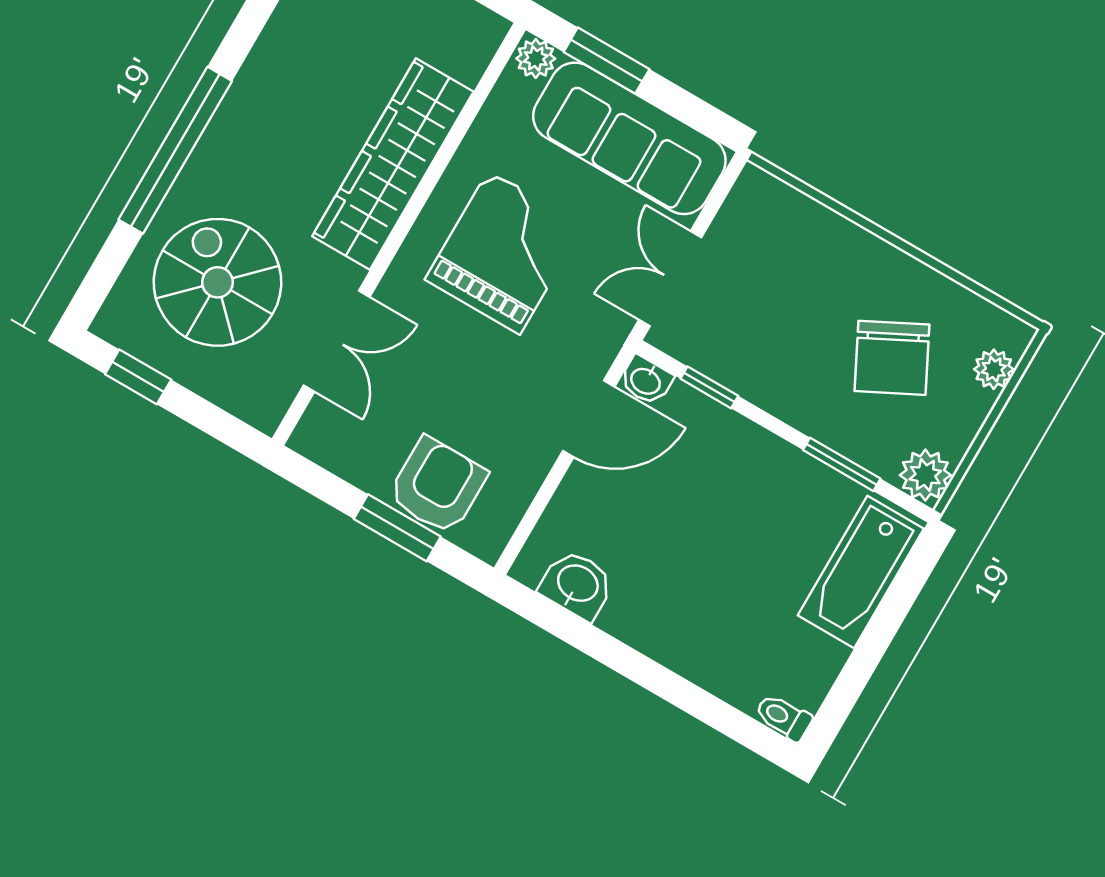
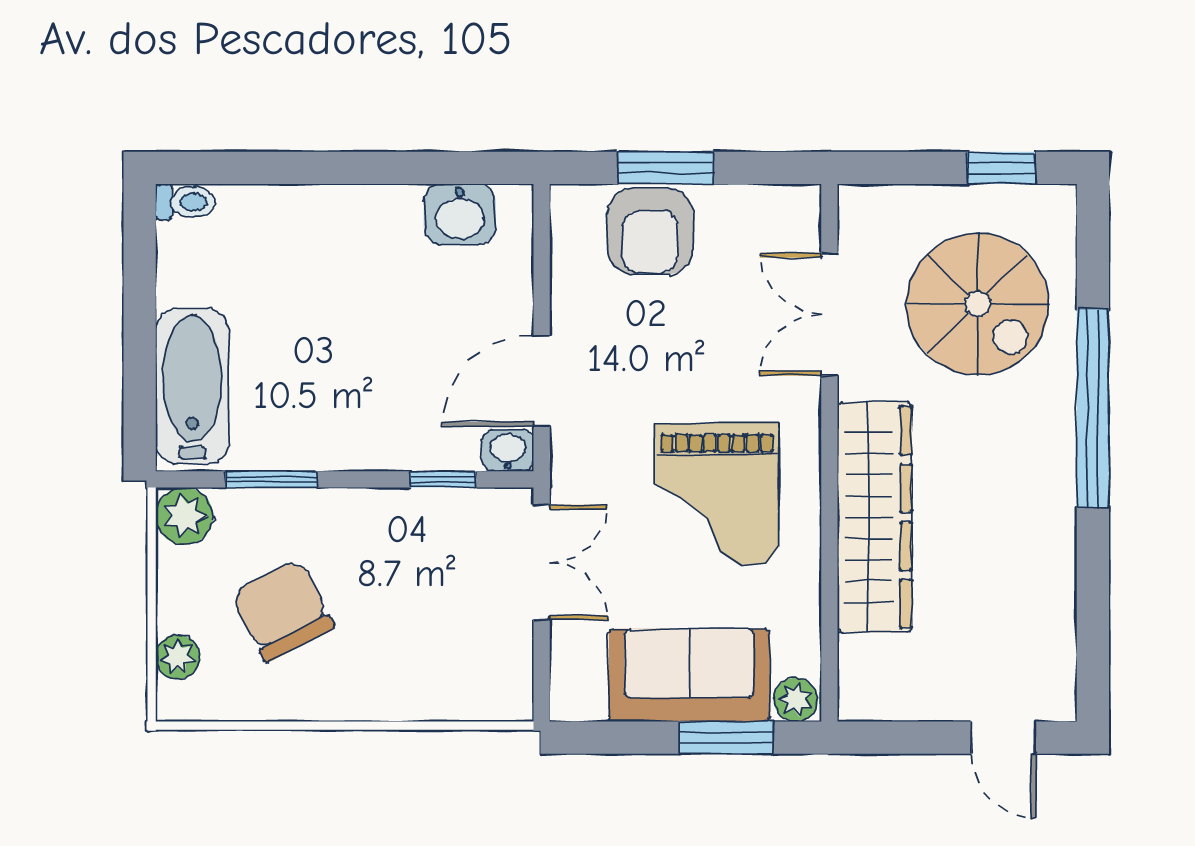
sofa: (629, 138) -> (689, 675), width x0.73

